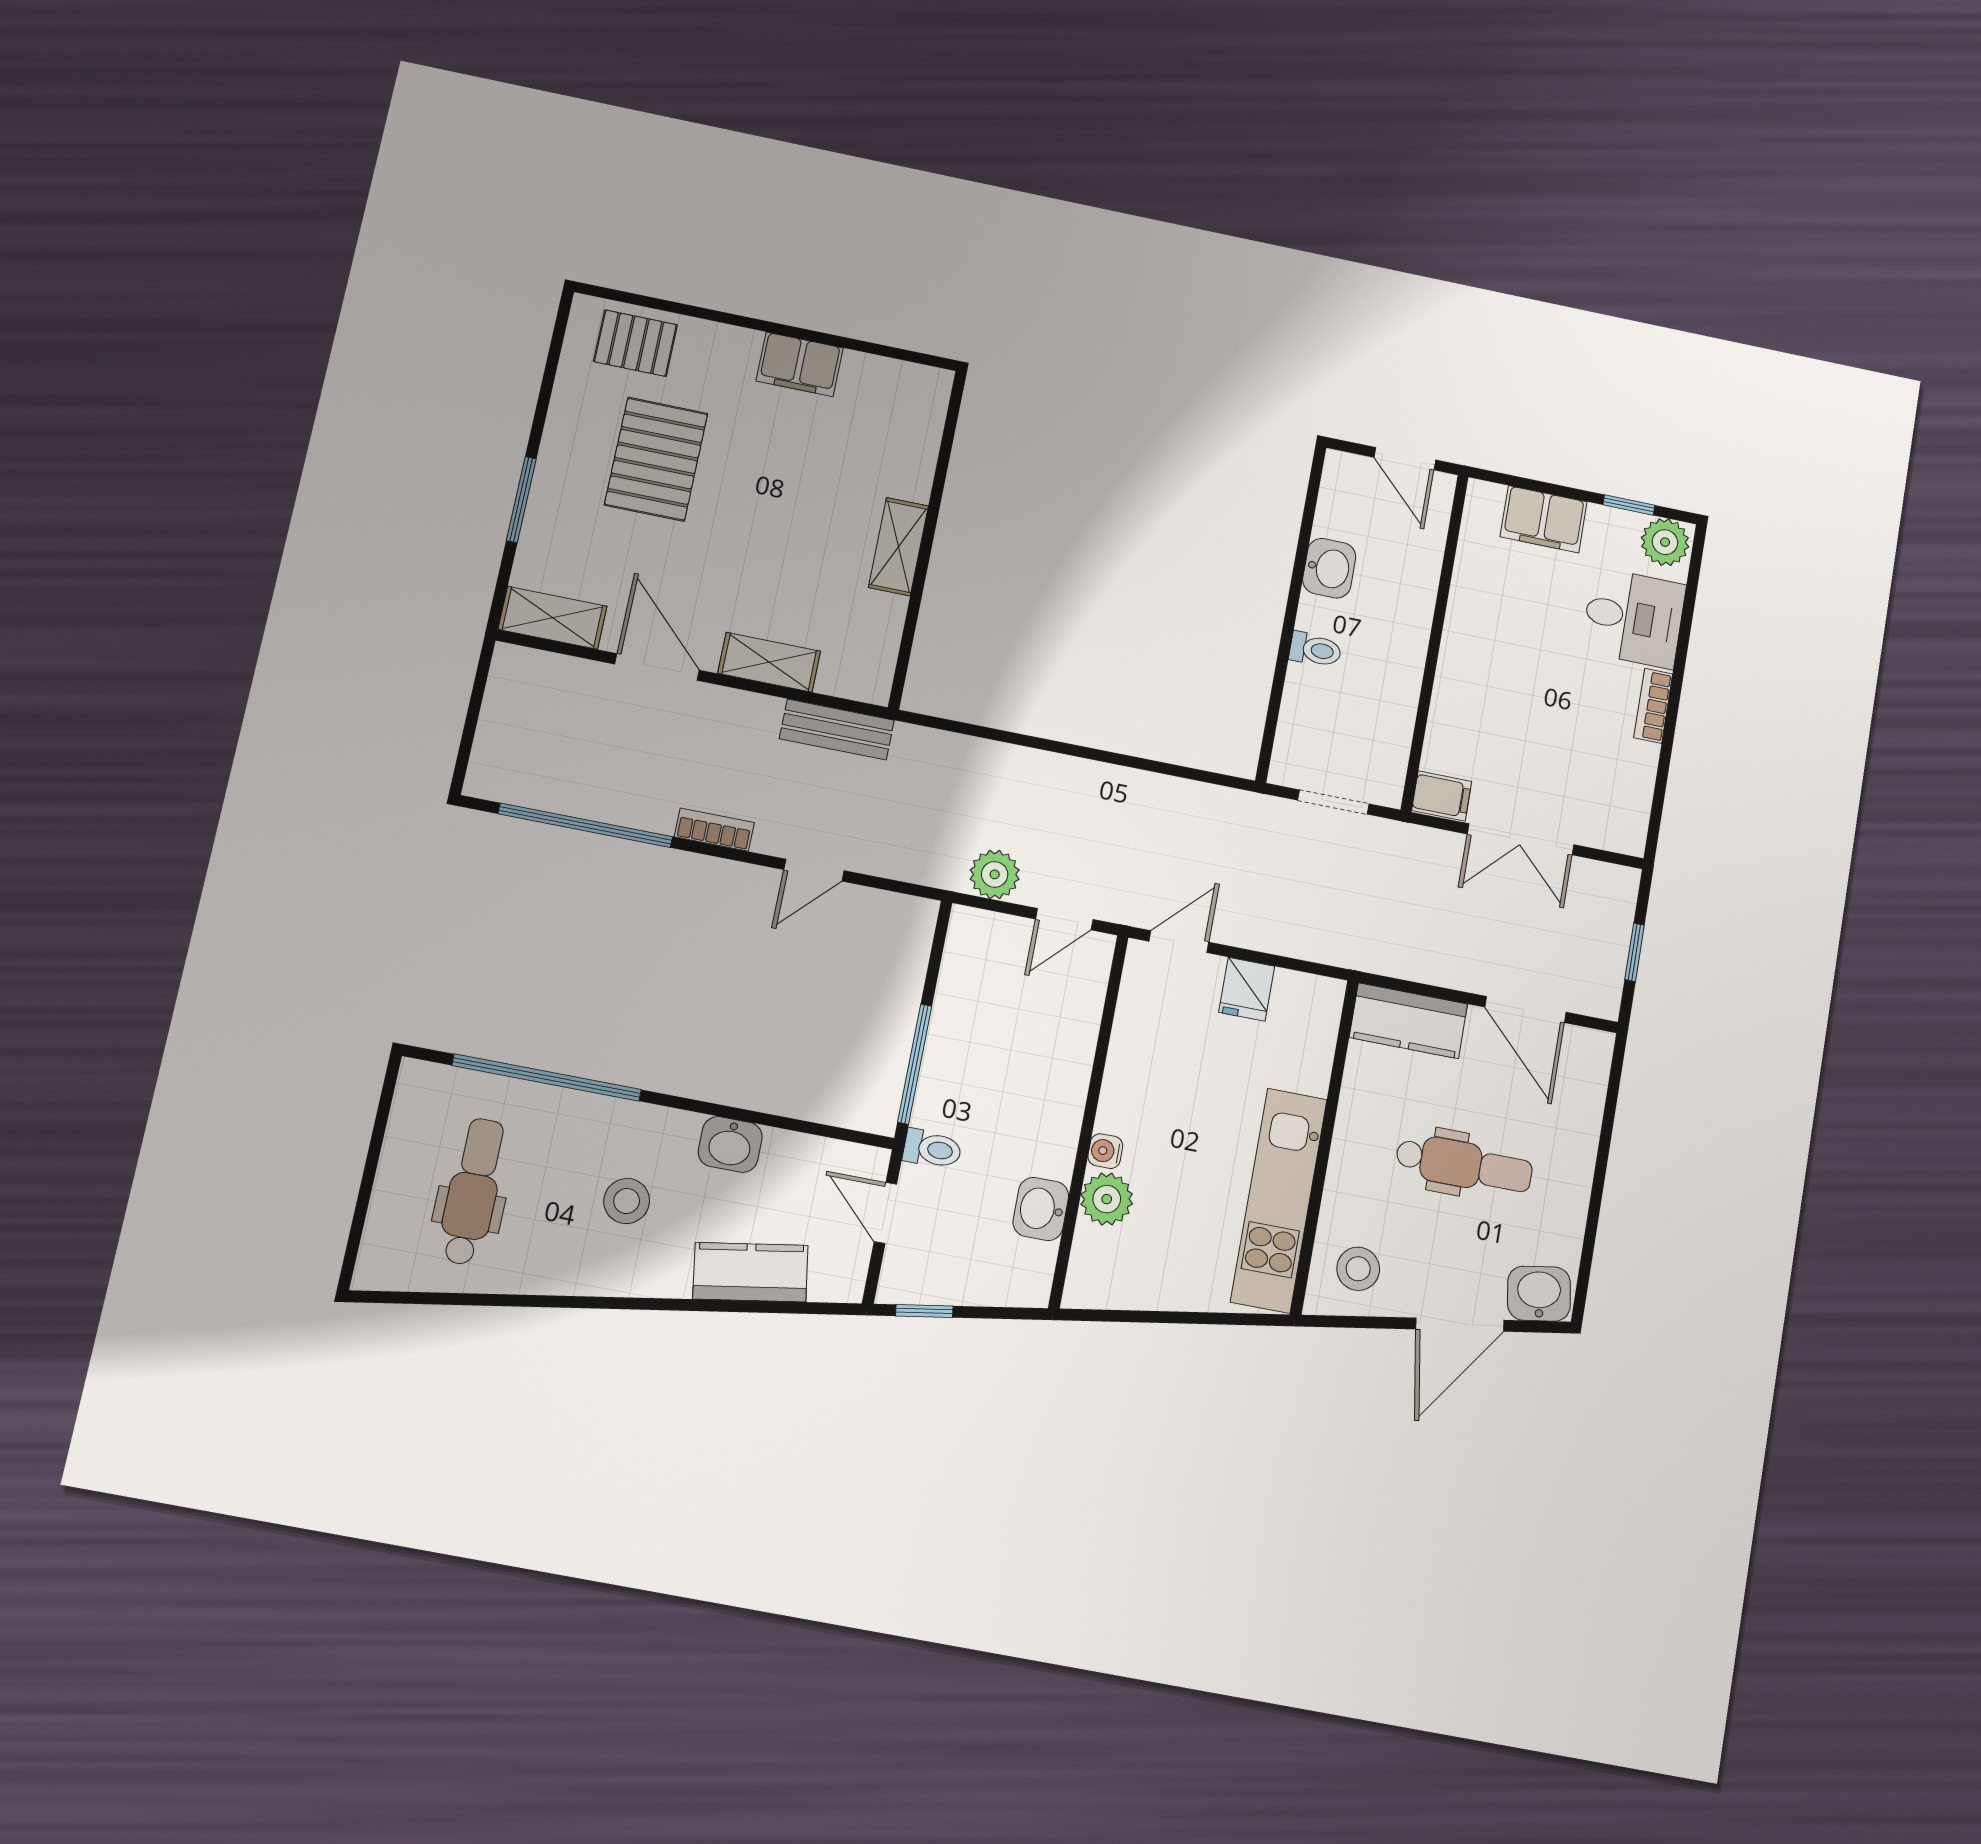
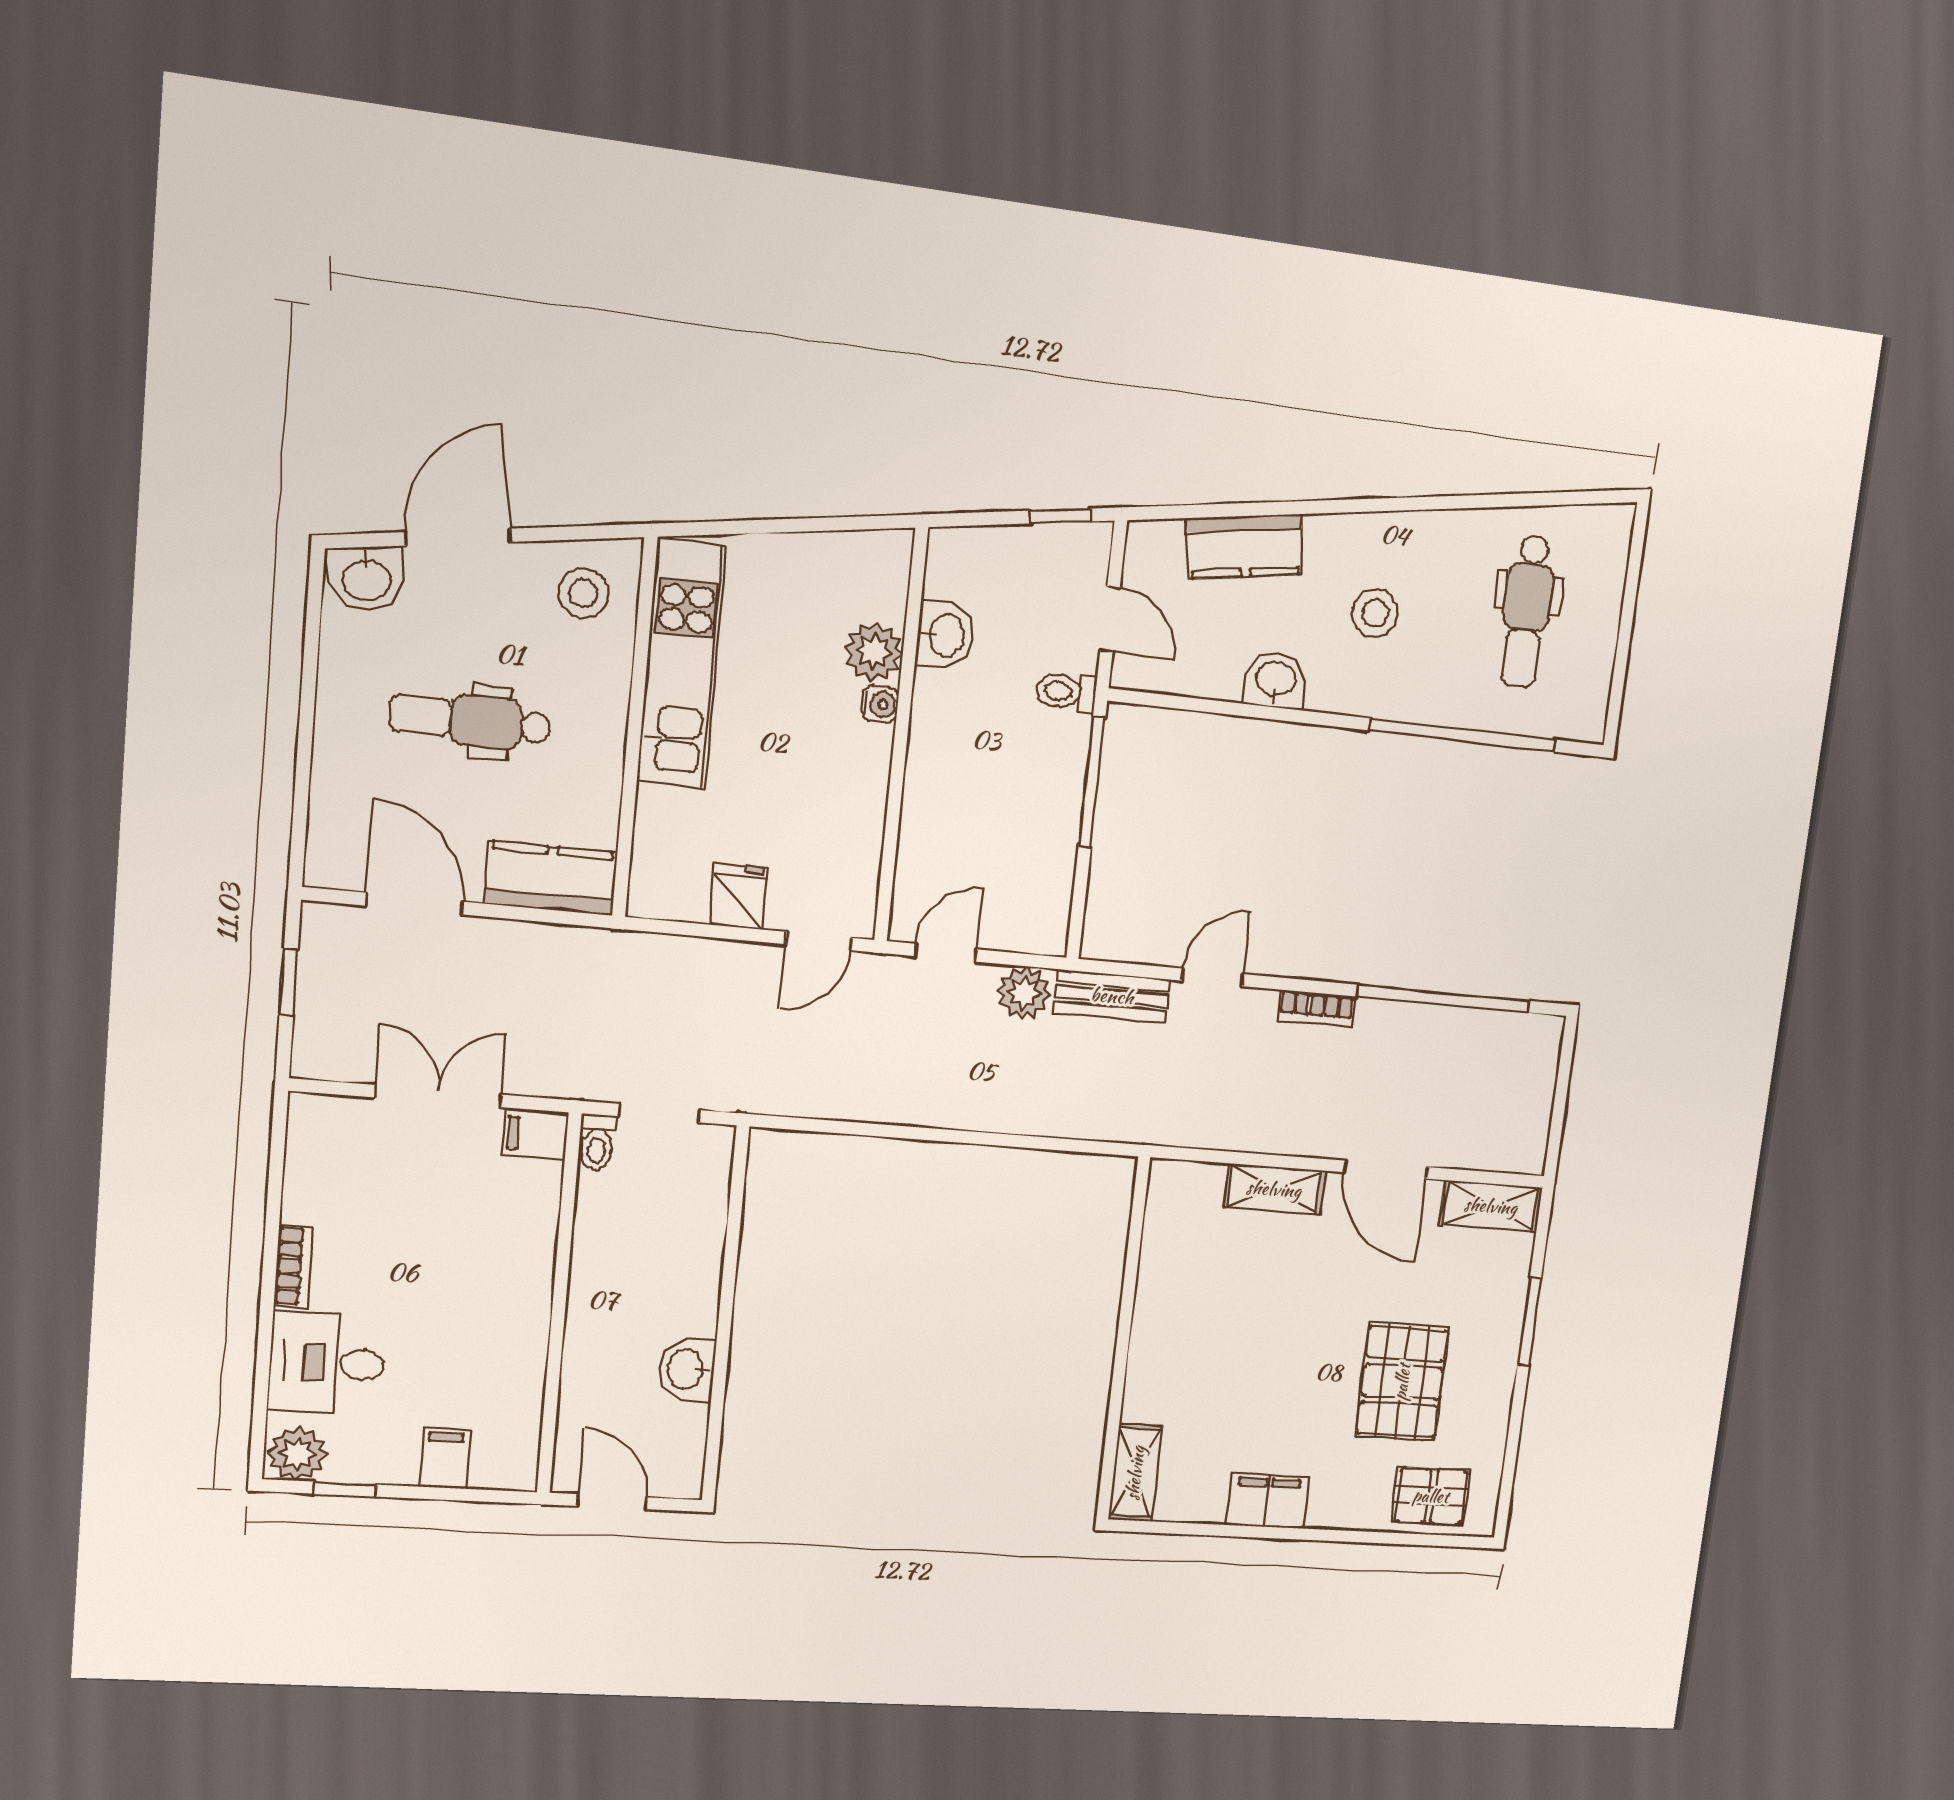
filing cabinet: (1544, 519) -> (445, 1458), width x0.50
shelving: (898, 547) -> (1135, 1473), moved
toilet: (1315, 650) -> (597, 1143), moved, turned -90
bench: (837, 729) -> (1112, 996), moved

